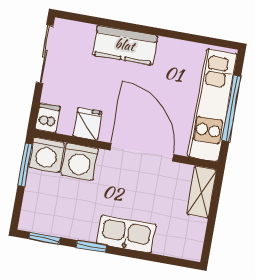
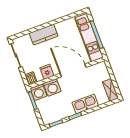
shelving: (201, 192) -> (110, 90), moved

